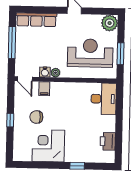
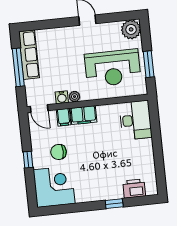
row of seats: (36, 20) -> (29, 55), moved, turned -90
reception desk: (90, 53) -> (113, 68), turned 180
filing cabinet: (61, 89) -> (83, 115), added
printer: (108, 141) -> (134, 188), moved, turned 90
corner desk: (48, 146) -> (54, 187), moved, turned 90

